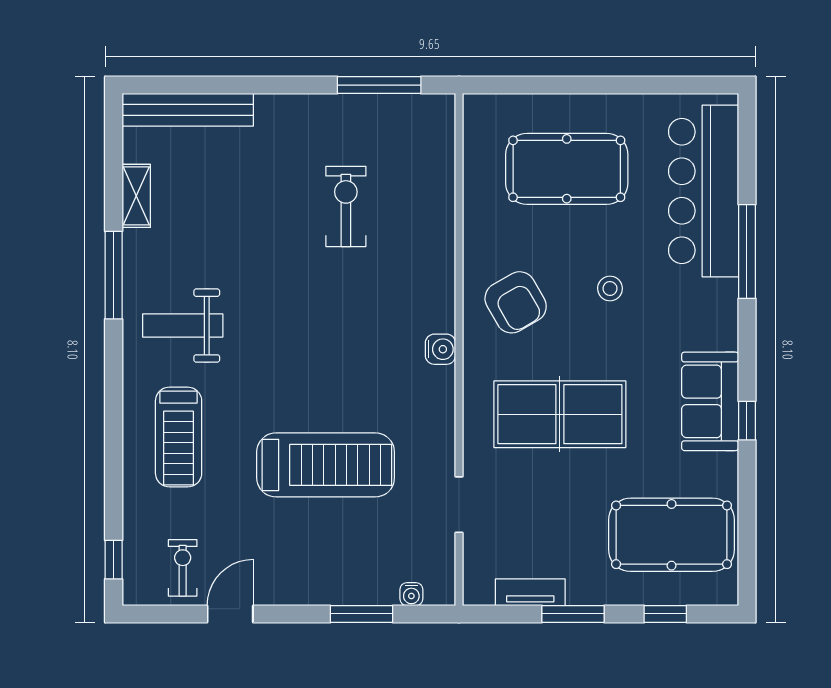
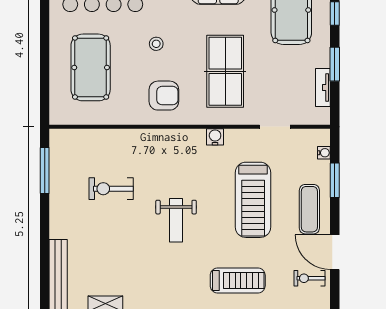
armchair: (516, 302) -> (164, 96), turned 30
weight bench: (183, 326) -> (176, 220), moved
water cooler: (440, 349) -> (215, 137), moved
treadmill: (326, 465) -> (253, 200), turned 180
exercise mat: (309, 568) -> (309, 209), added
door: (230, 614) -> (335, 252), width x1.38

